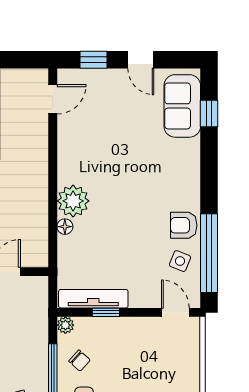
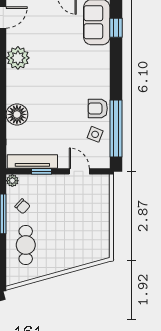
plant: (73, 201) -> (18, 58), moved
floor lamp: (65, 227) -> (17, 114), width x1.89, depth x1.89
door: (175, 312) -> (79, 171), moved

